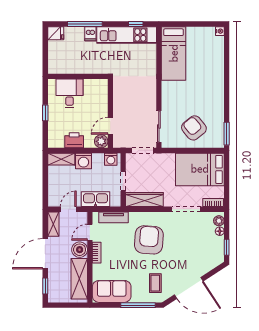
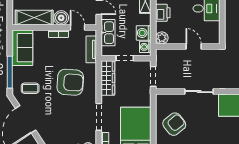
door: (110, 126) -> (194, 46), moved
sliding door: (159, 127) -> (199, 92), moved
washing machine: (84, 161) -> (144, 33), moved

